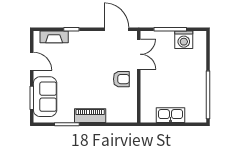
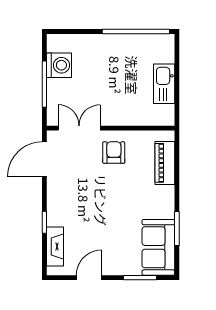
sofa: (45, 97) -> (158, 247), moved, turned -90
piano: (90, 116) -> (165, 163), moved

